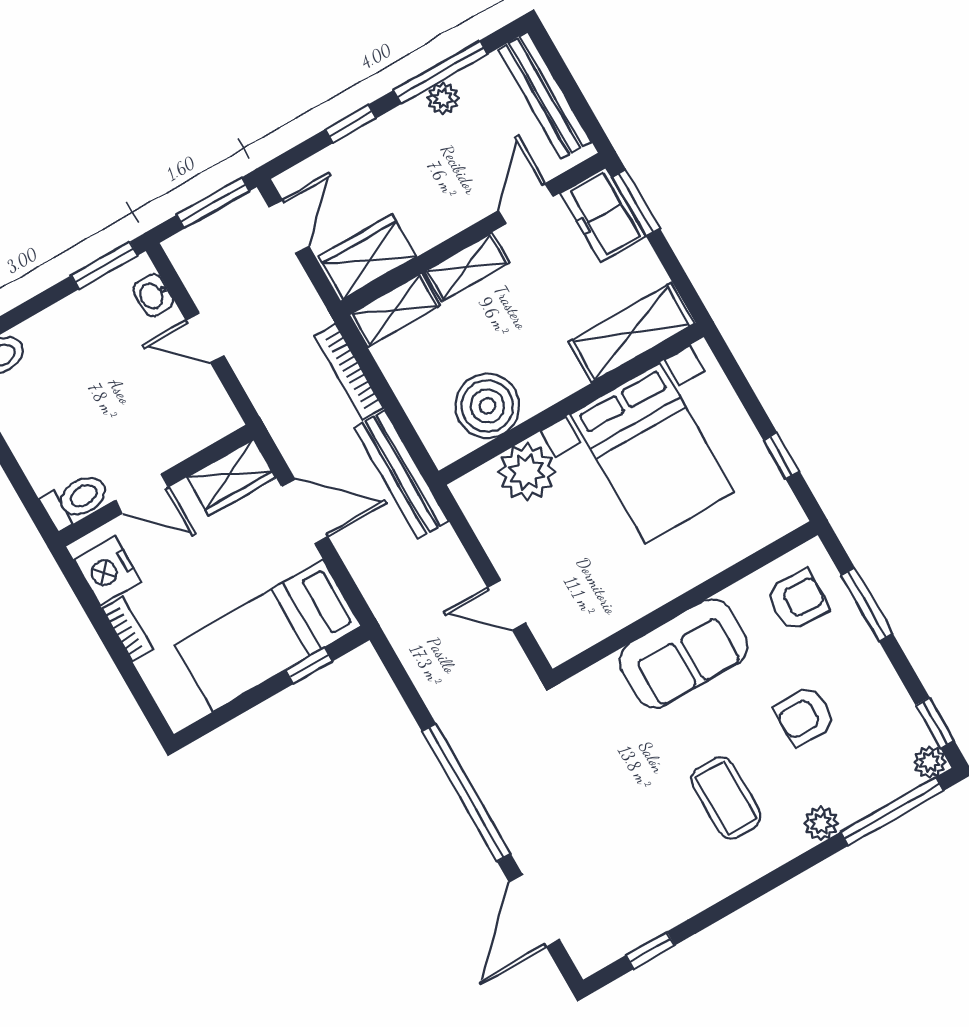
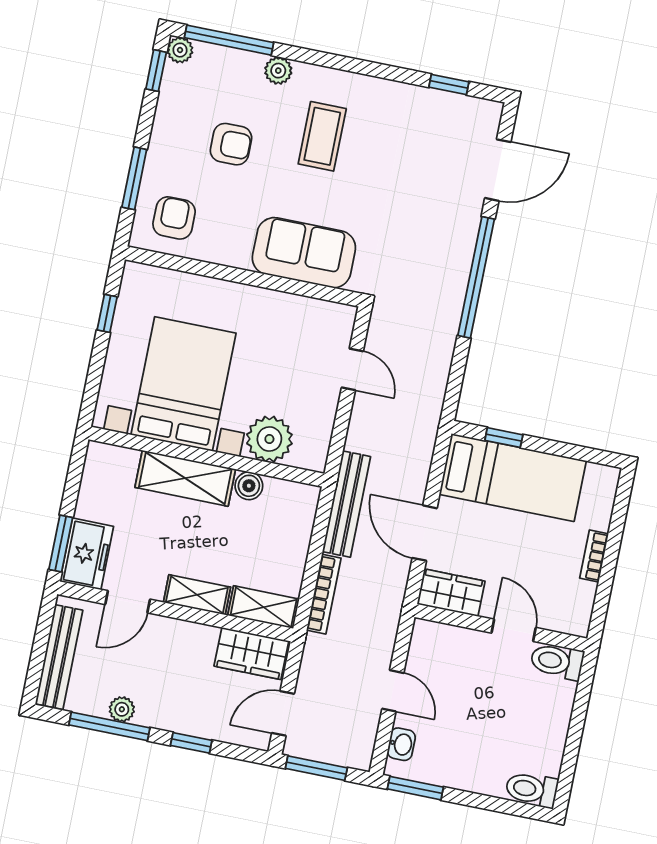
shelving: (631, 333) -> (185, 478), moved
boiler: (487, 406) -> (249, 486), width x0.54, depth x0.54
nightstand: (107, 571) -> (575, 602), removed
armchair: (797, 600) -> (174, 218), turned 88
sofa: (684, 653) -> (304, 253), moved

